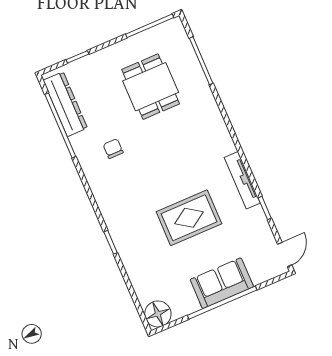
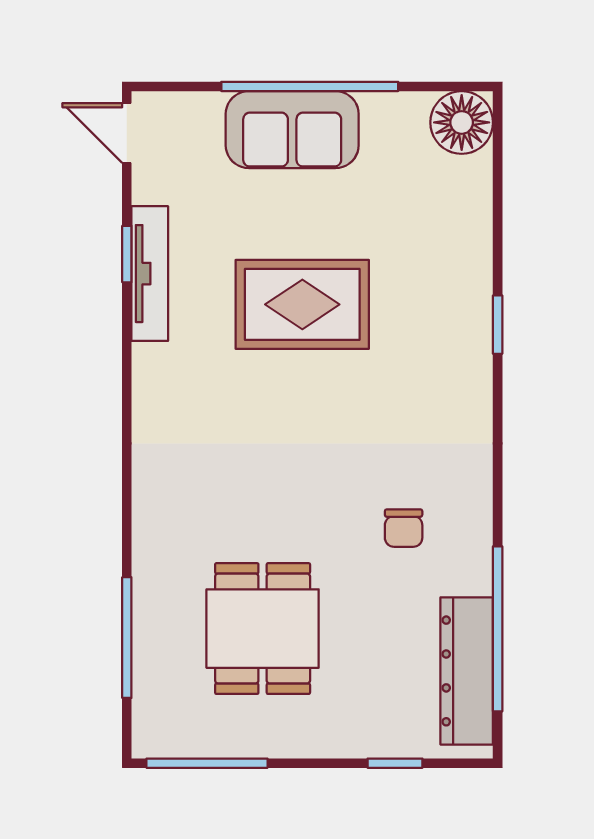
tv unit: (242, 180) -> (150, 274), moved
door: (285, 255) -> (127, 133), hinge flipped

